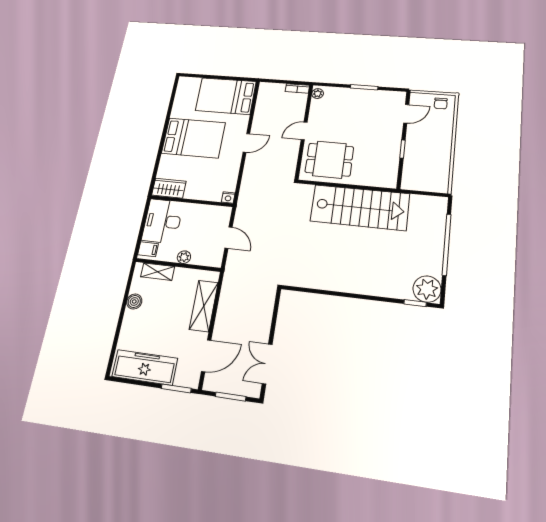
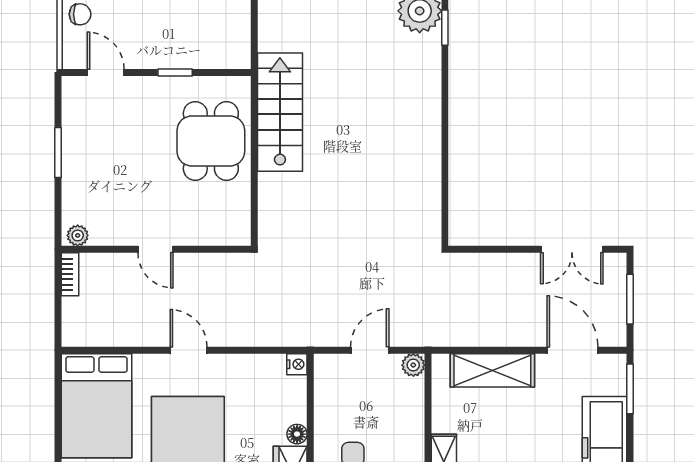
dining table: (329, 160) -> (211, 141), moved
floor lamp: (190, 194) -> (297, 434), added
stairs: (360, 207) -> (280, 112), width x0.73, depth x0.66
plant: (184, 257) -> (413, 365), moved

